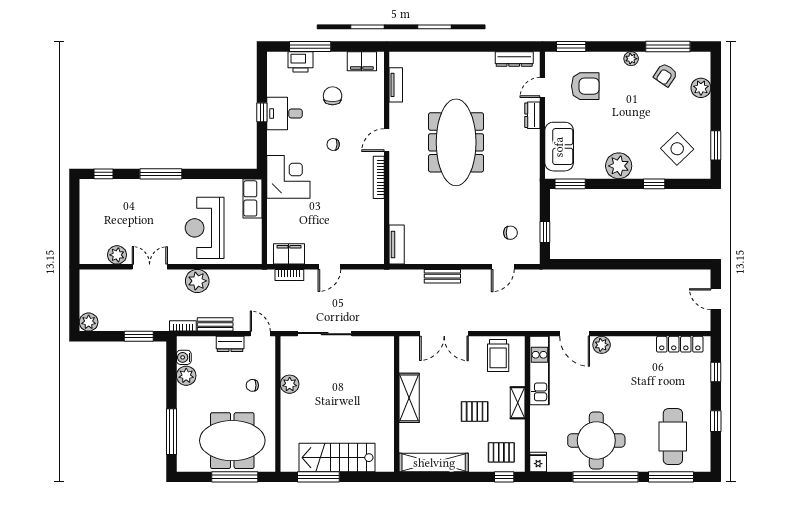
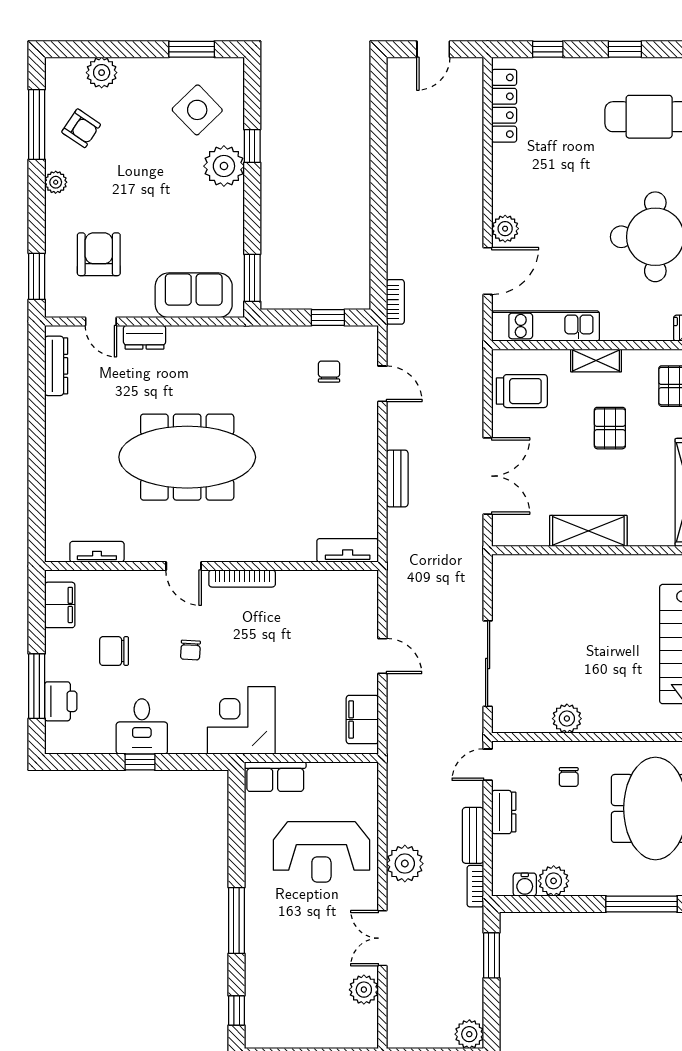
plant: (619, 166) -> (224, 166), moved
bookcase: (289, 275) -> (395, 302), moved

